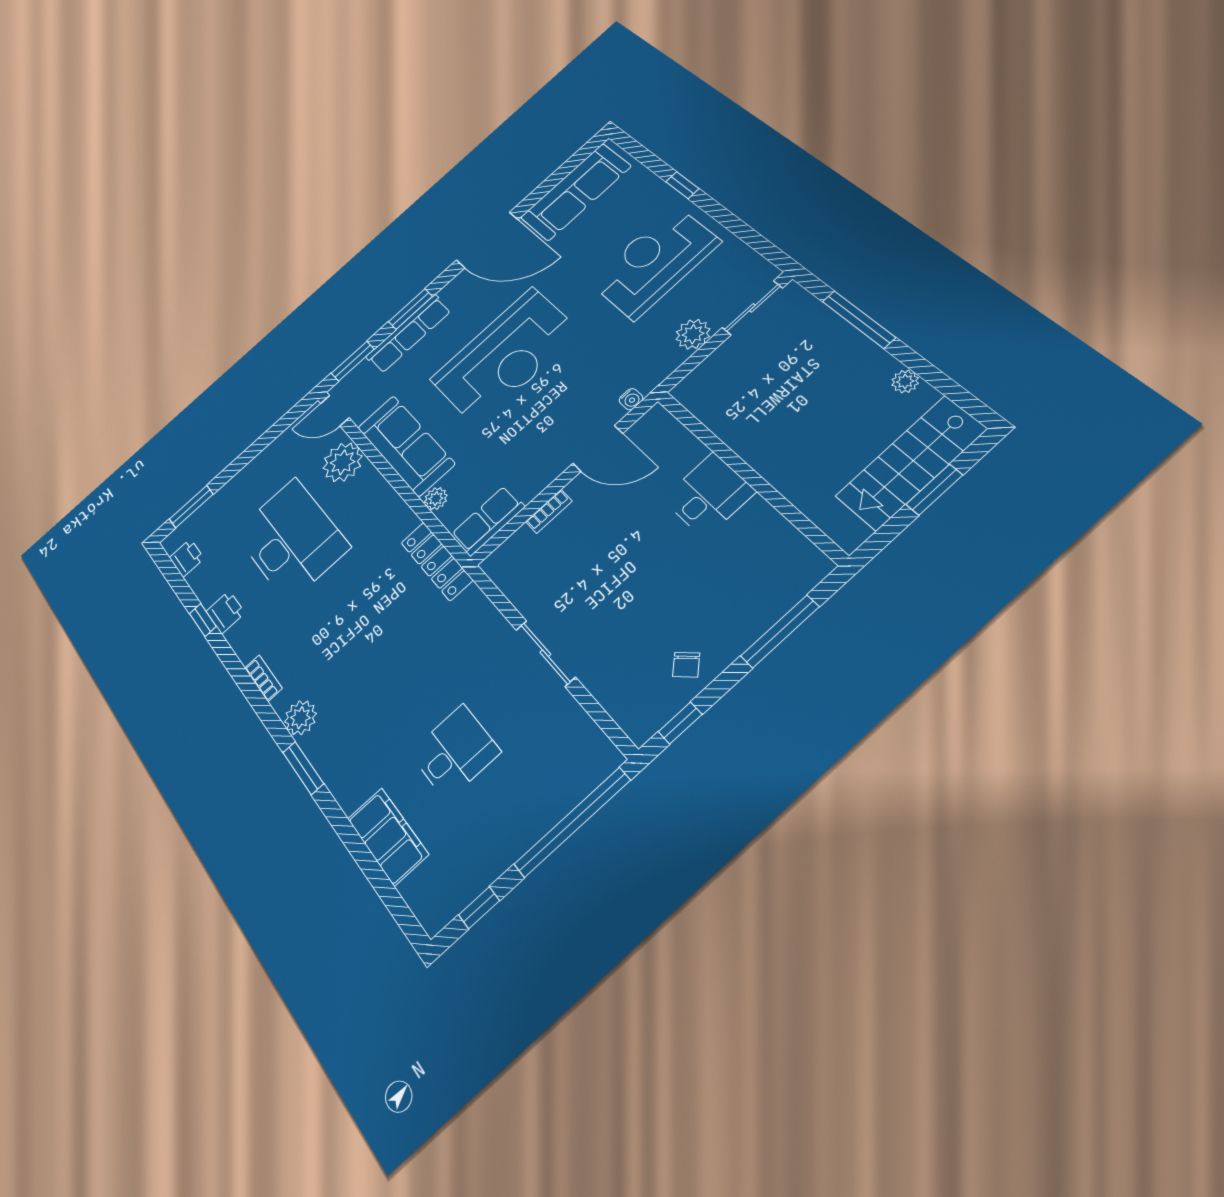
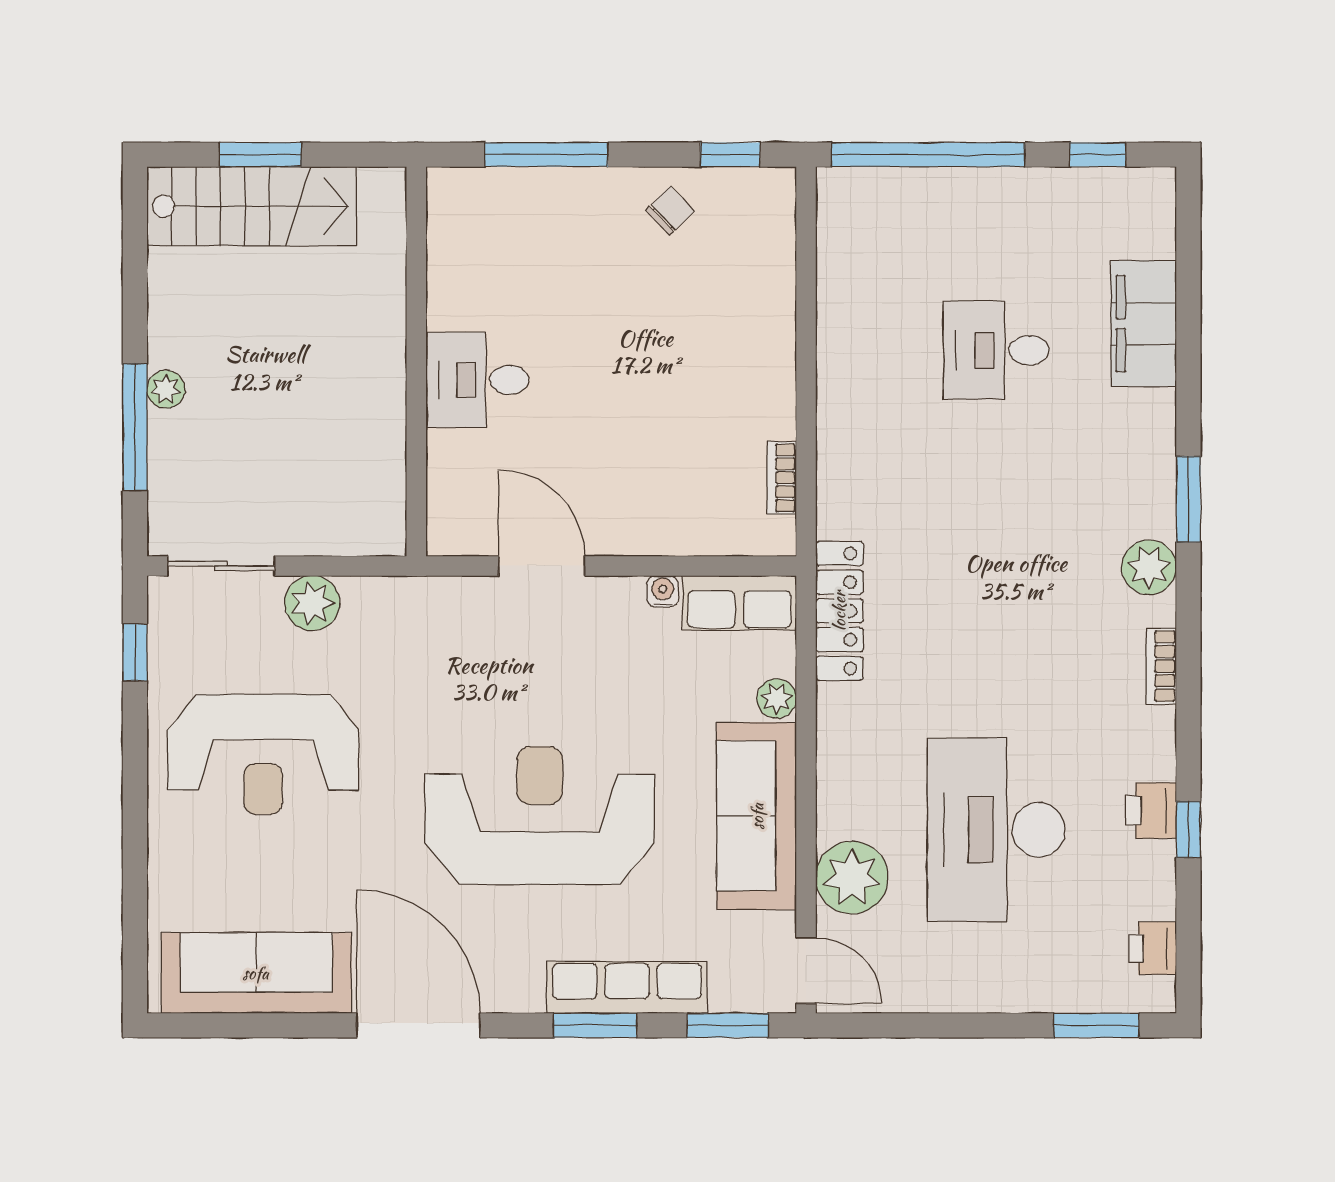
window: (682, 185) -> (135, 652), moved
plant: (905, 381) -> (166, 389), moved
water cooler: (631, 399) -> (663, 591), moved
bookcase: (549, 511) -> (782, 478), moved, turned -90
sliding door: (545, 653) -> (806, 369), removed

